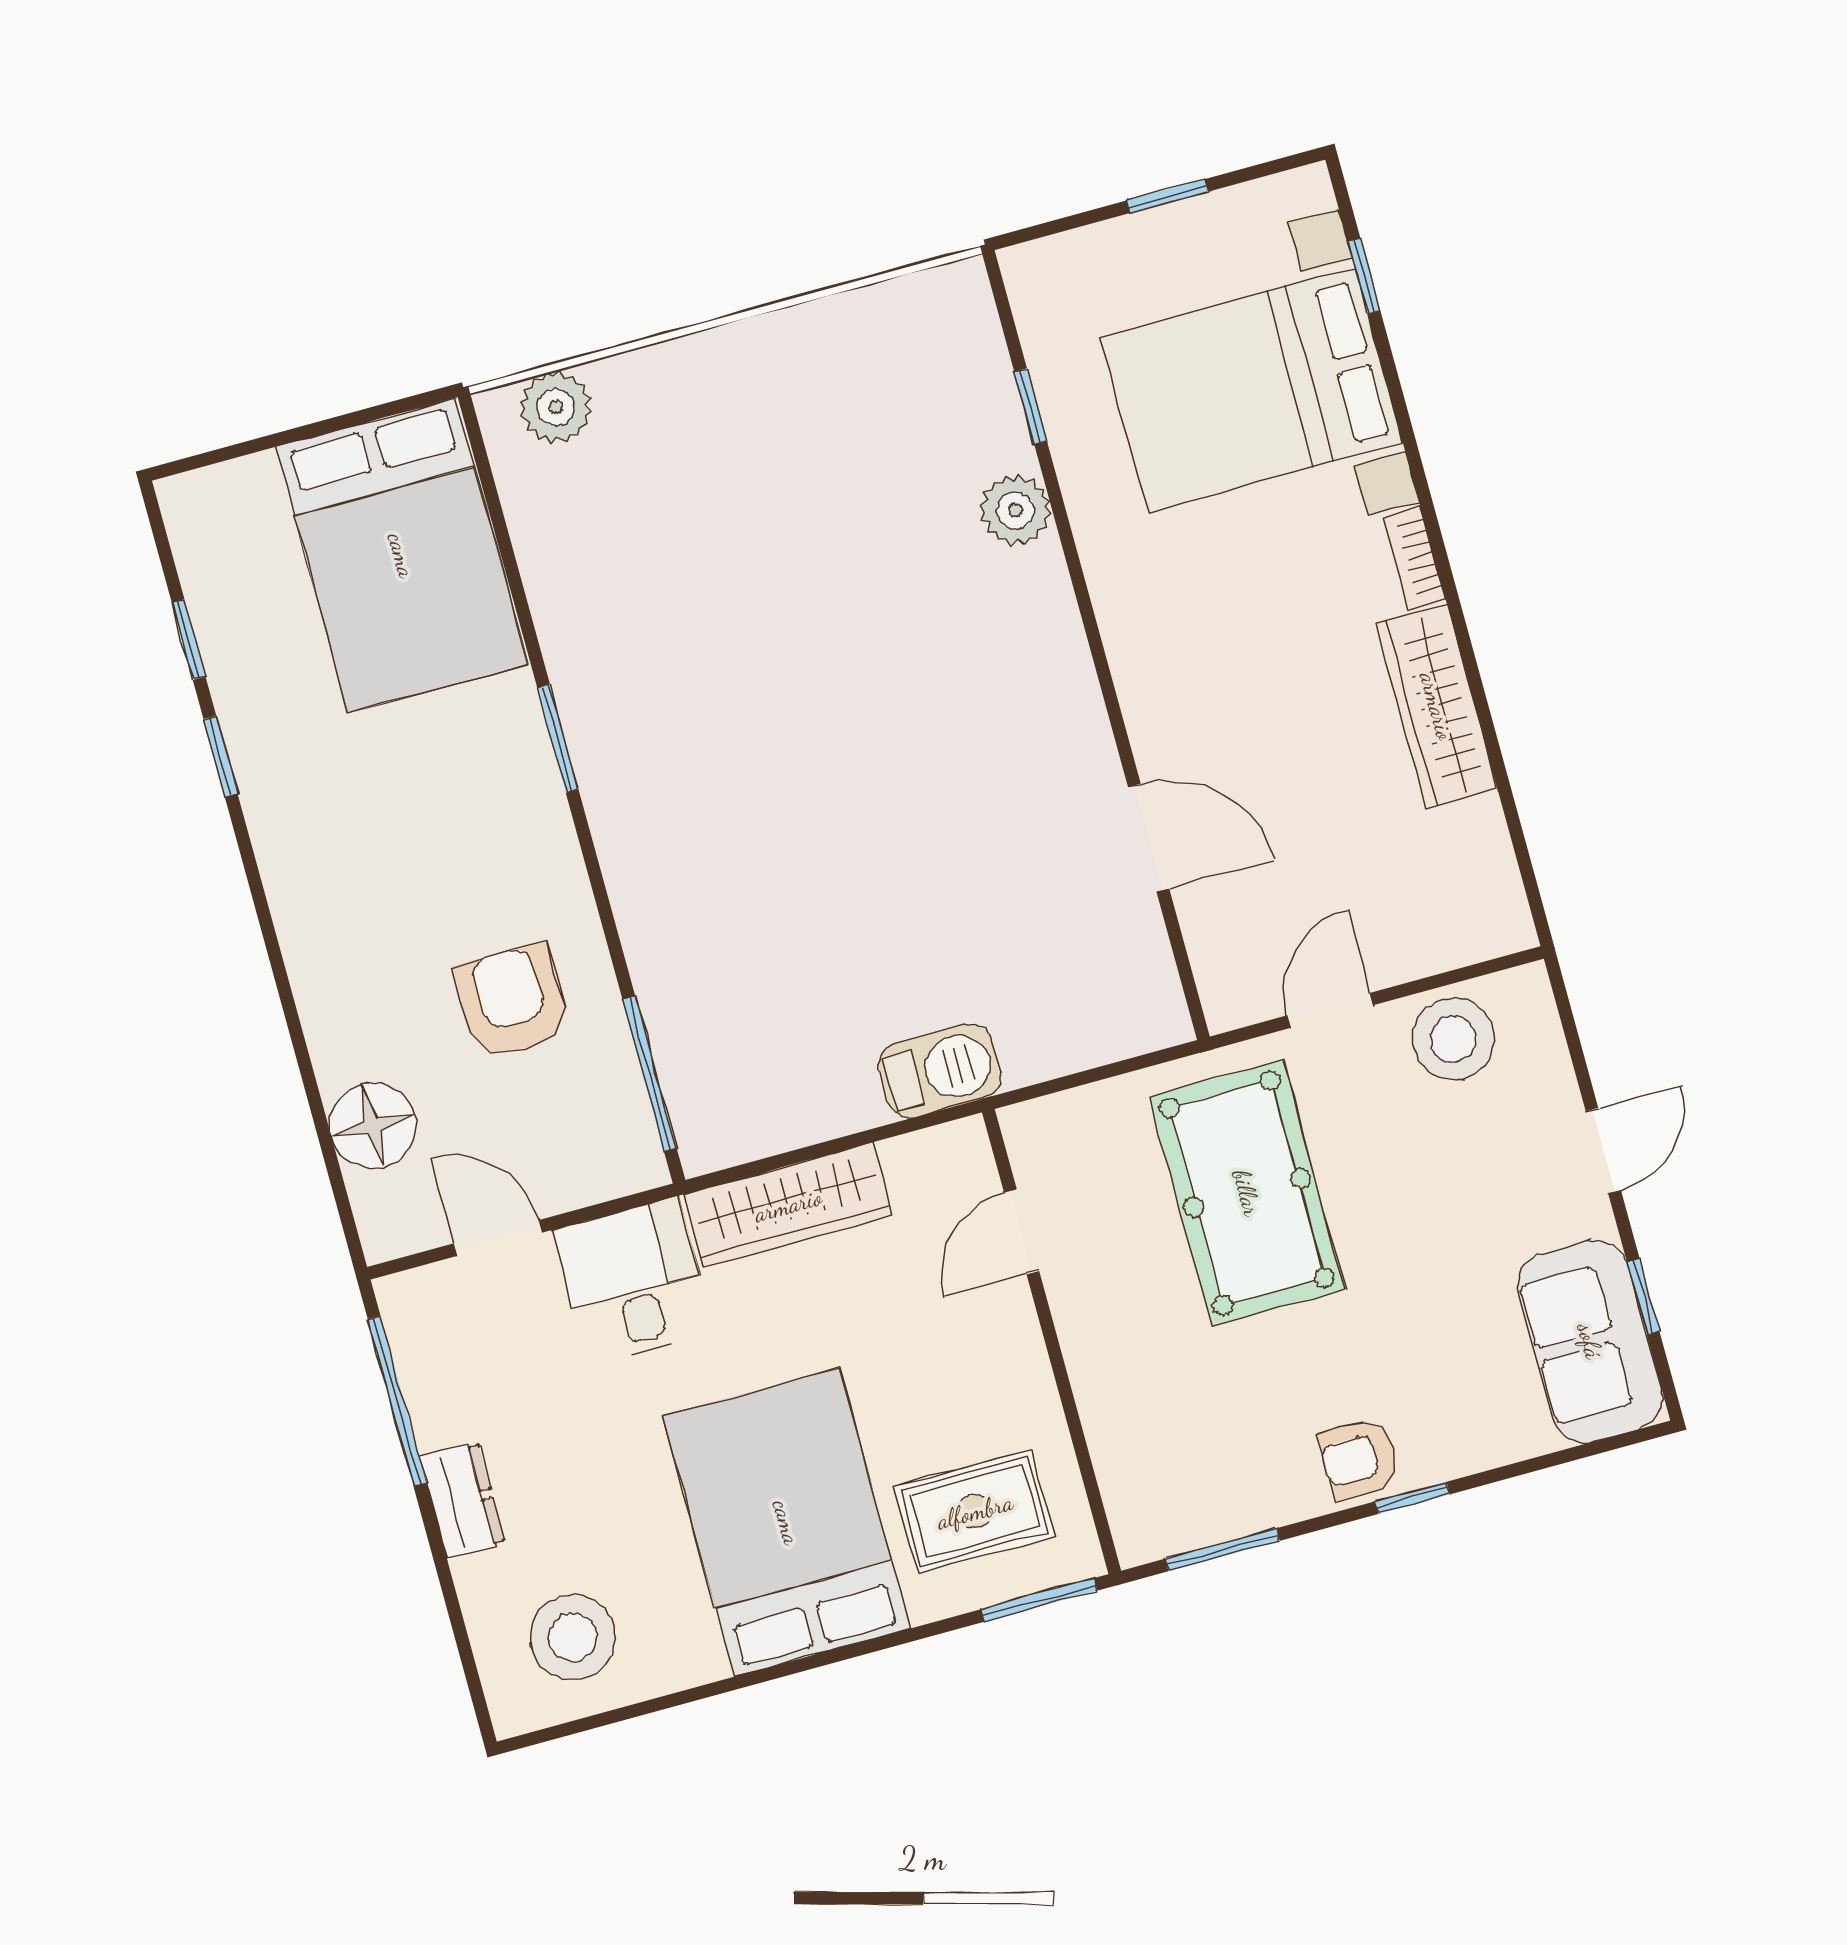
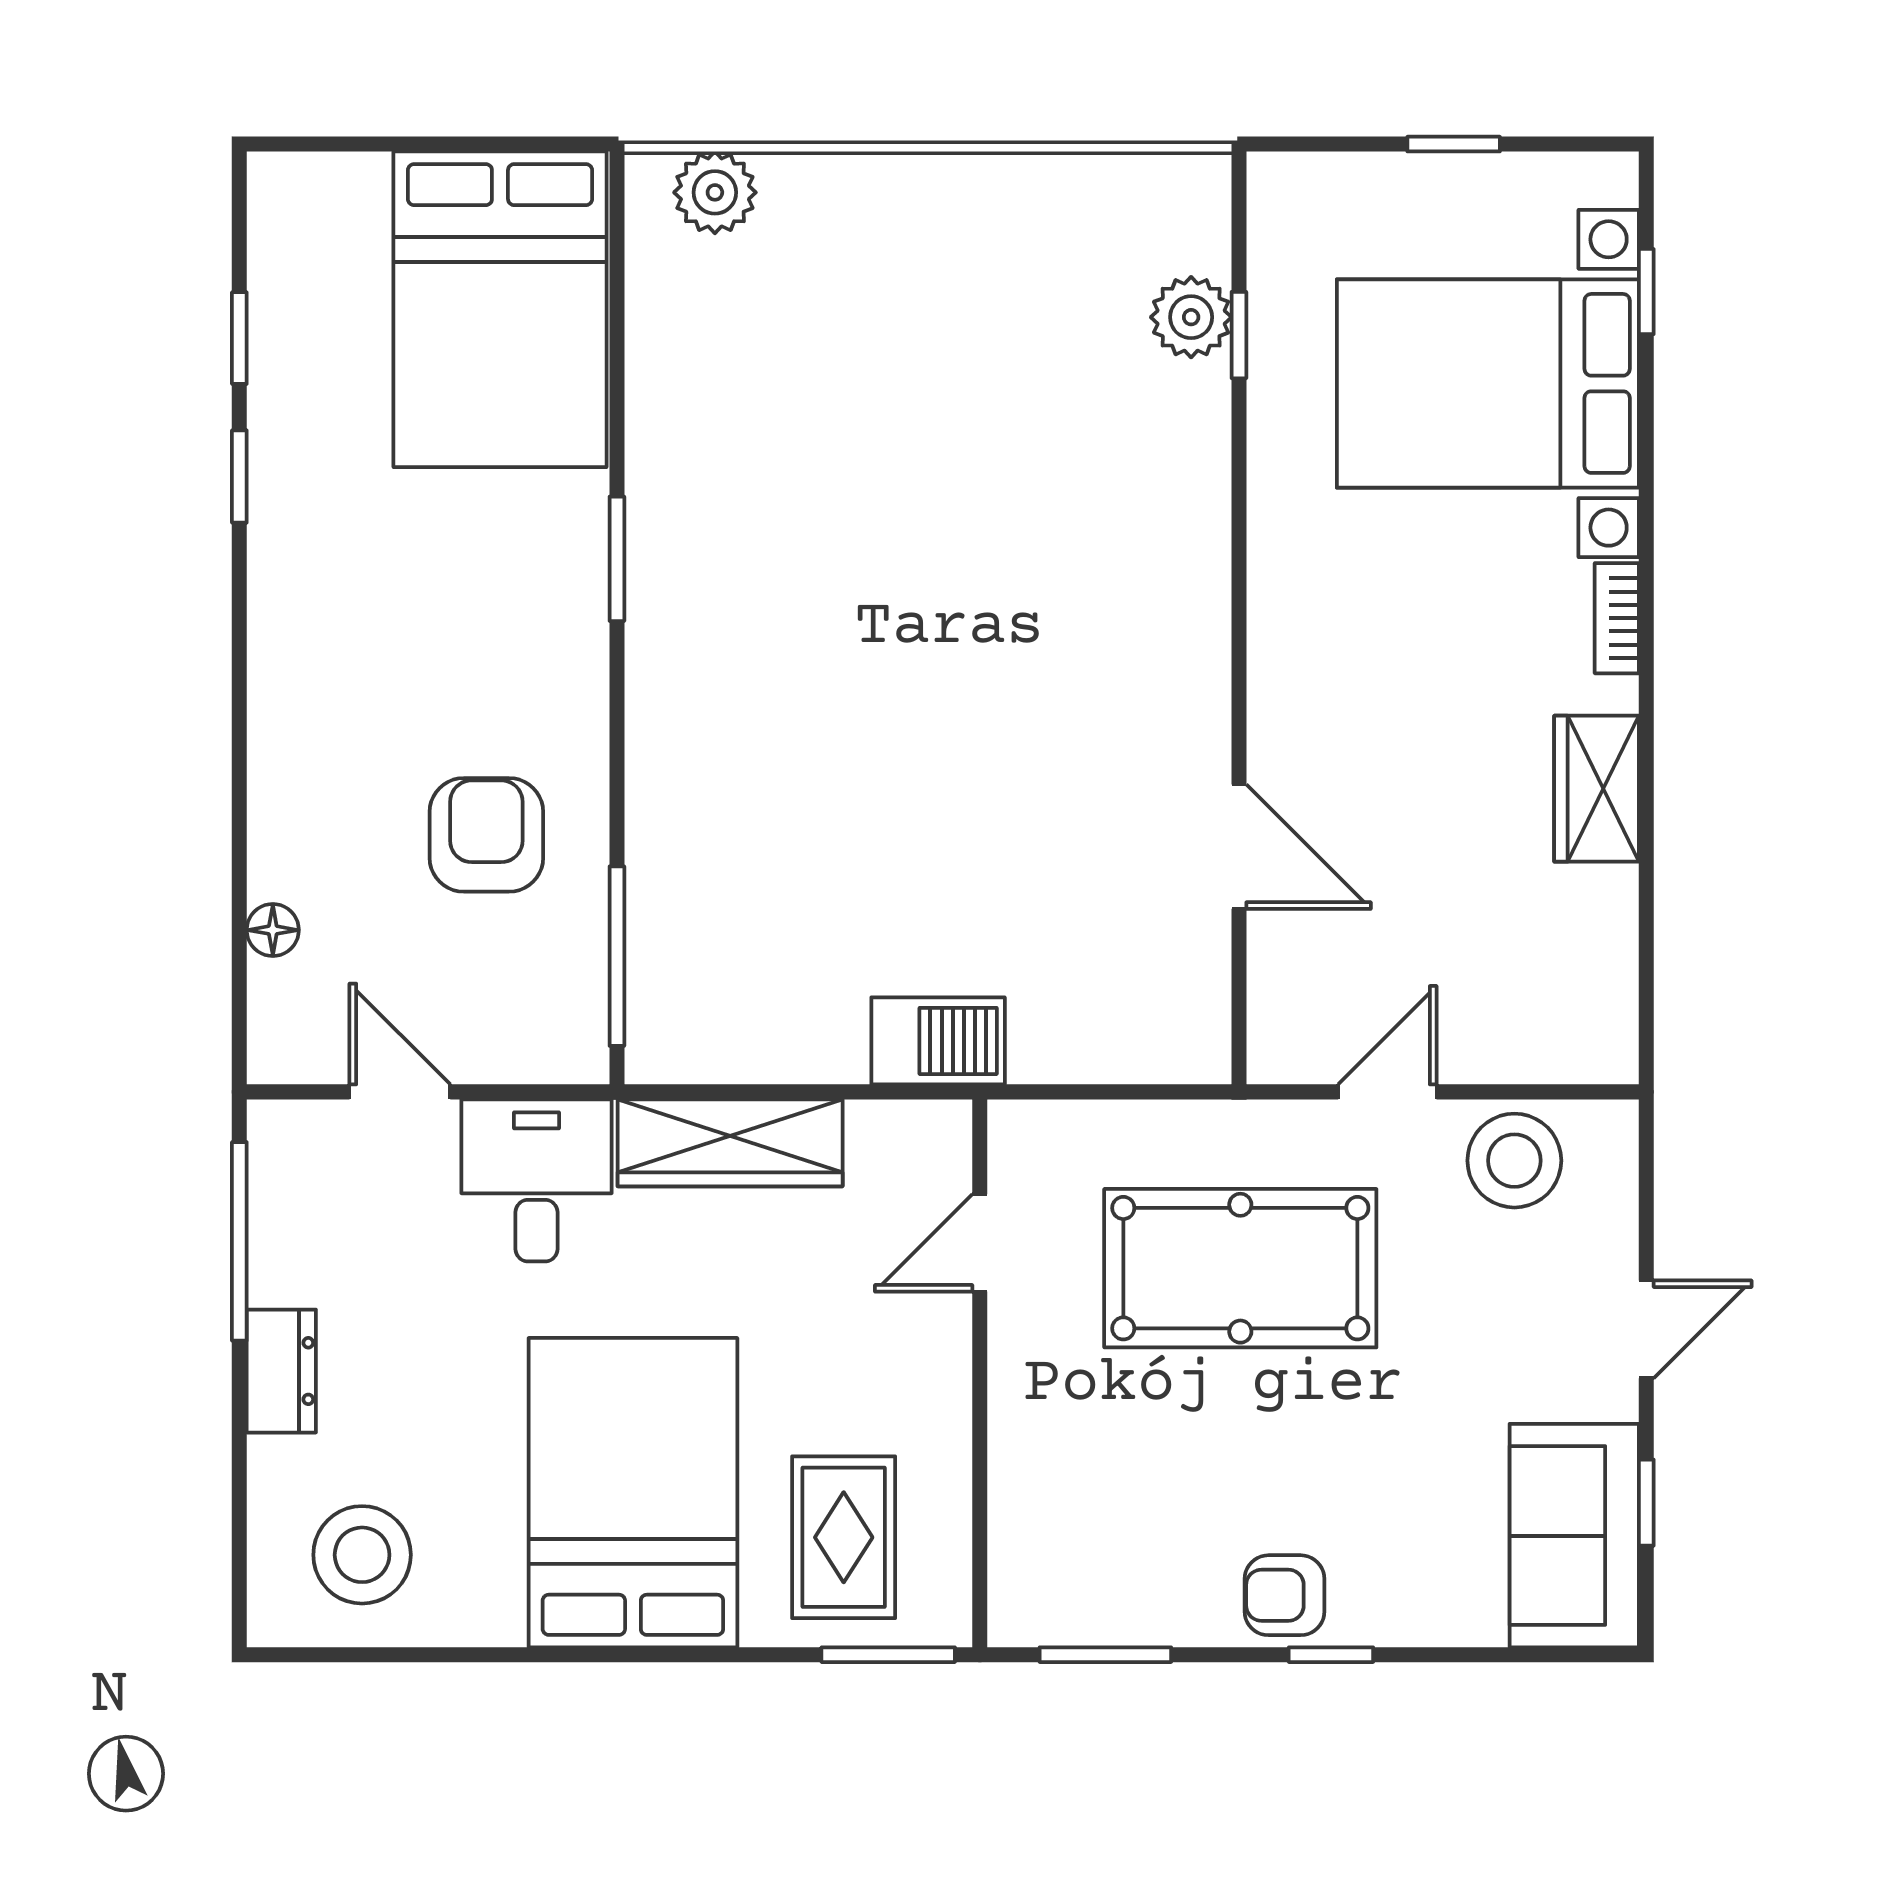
plant: (1016, 510) -> (1191, 317), moved
wardrobe: (1437, 706) -> (1596, 789), width x0.67
floor lamp: (373, 1126) -> (273, 930), width x0.53, depth x0.53
pool table: (1247, 1193) -> (1240, 1268), turned 90
rug: (975, 1511) -> (844, 1537), turned 90

